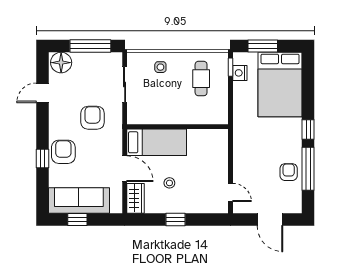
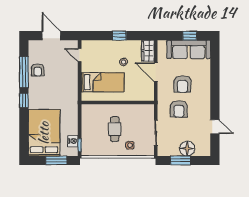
window: (90, 46) -> (180, 160), width x0.69
floor lamp: (61, 63) -> (187, 149), moved
cafe table: (201, 79) -> (115, 129), moved
door: (42, 93) -> (215, 127), hinge flipped
bed: (157, 142) -> (103, 82), moved, turned 180
armchair: (63, 152) -> (183, 84), moved
window: (42, 159) -> (215, 79), removed

